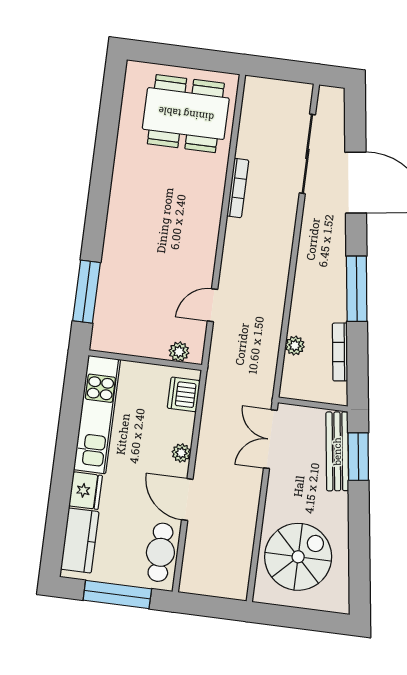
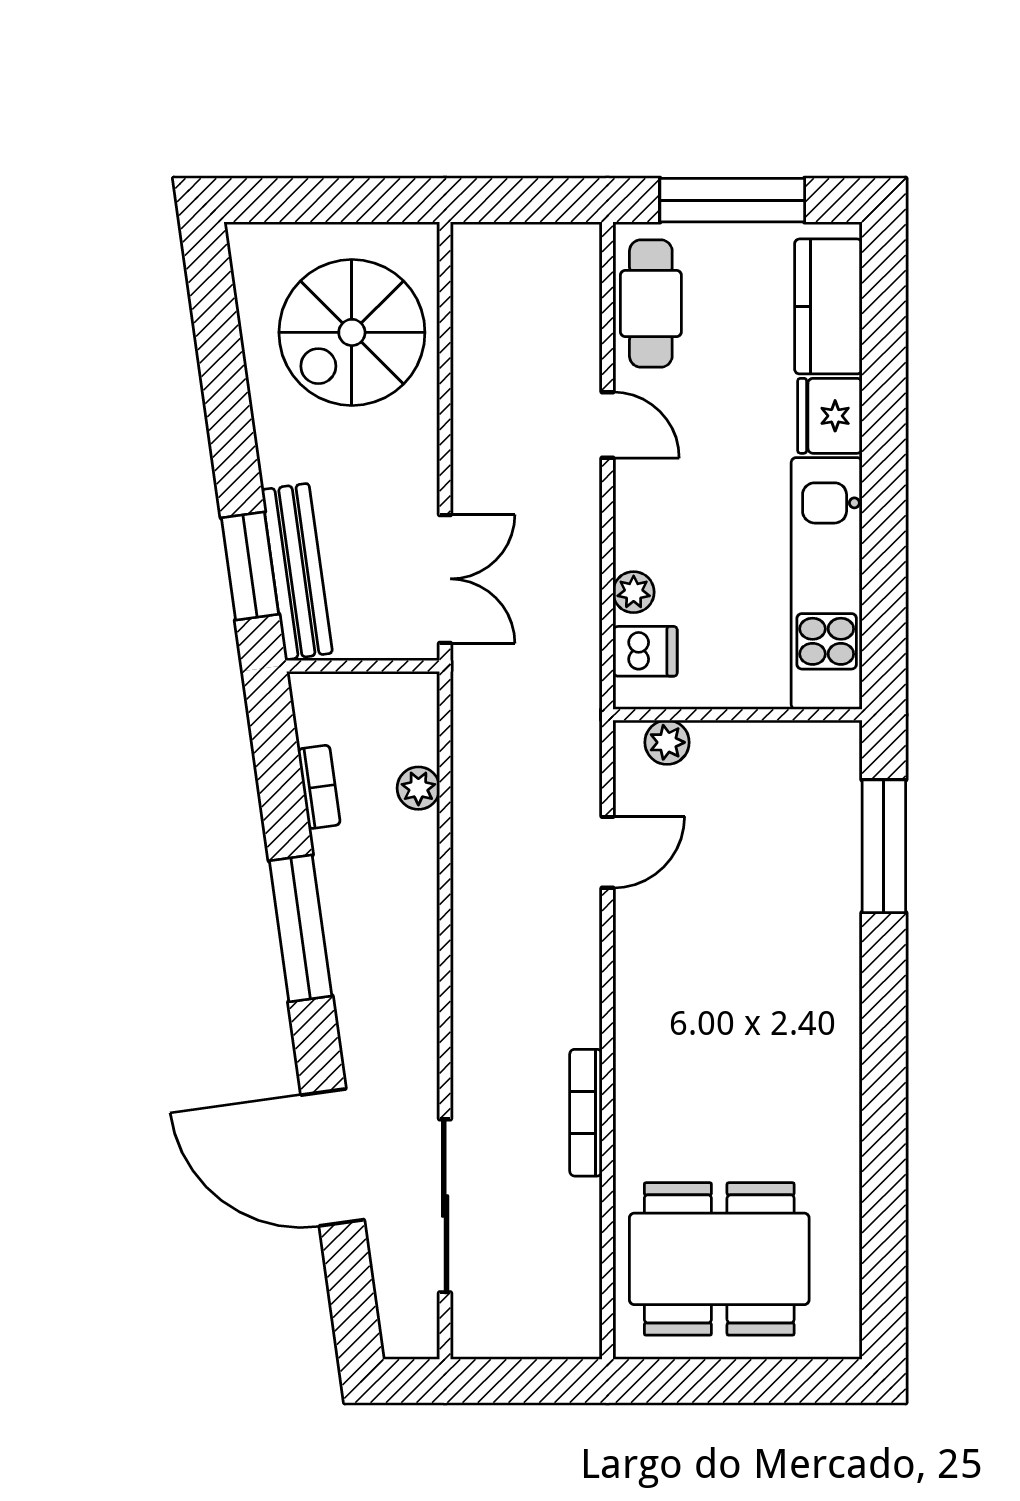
bookcase: (340, 352) -> (319, 787), width x0.64
dishwasher: (184, 394) -> (645, 651), width x0.73
plant: (181, 453) -> (634, 592), moved
door: (187, 500) -> (608, 425), width x0.73

